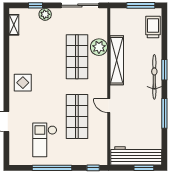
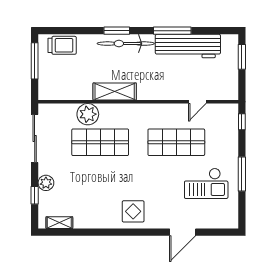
trolley: (153, 27) -> (62, 45), turned 180
shelving: (117, 60) -> (115, 92), width x0.68
door: (109, 106) -> (197, 102), moved
workbench: (136, 156) -> (188, 46), moved, turned -90
window: (52, 168) -> (242, 174), width x0.68

